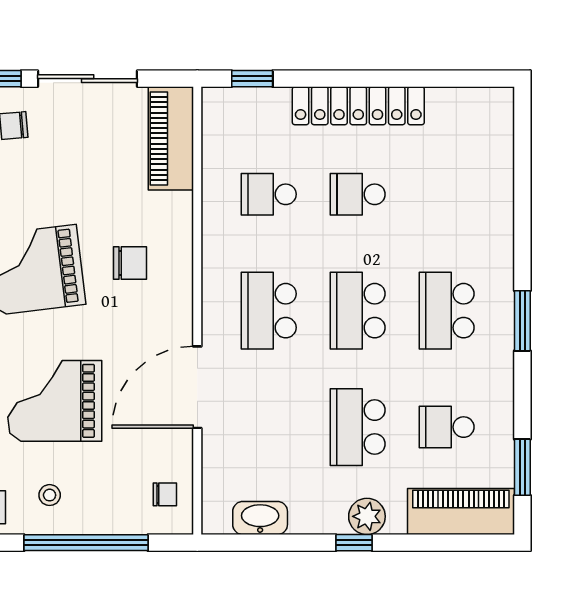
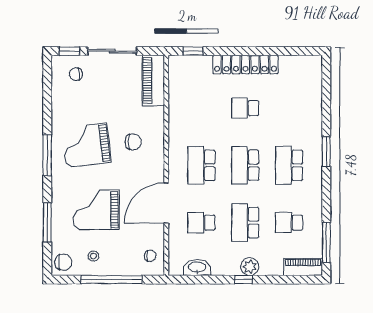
school desk: (269, 194) -> (201, 223), moved
window: (522, 321) -> (326, 151), moved
window: (522, 467) -> (326, 242), width x1.44
piano: (461, 511) -> (303, 267), width x0.73, depth x0.75

